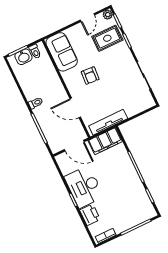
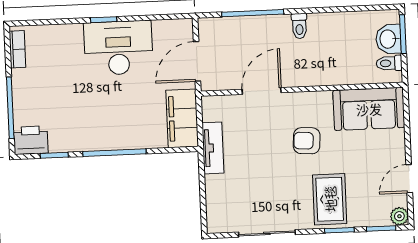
door: (87, 18) -> (409, 179), hinge flipped
rug: (107, 38) -> (330, 199), moved
tv unit: (108, 122) -> (213, 148), width x0.71
printer: (90, 215) -> (31, 140), moved, turned 180

